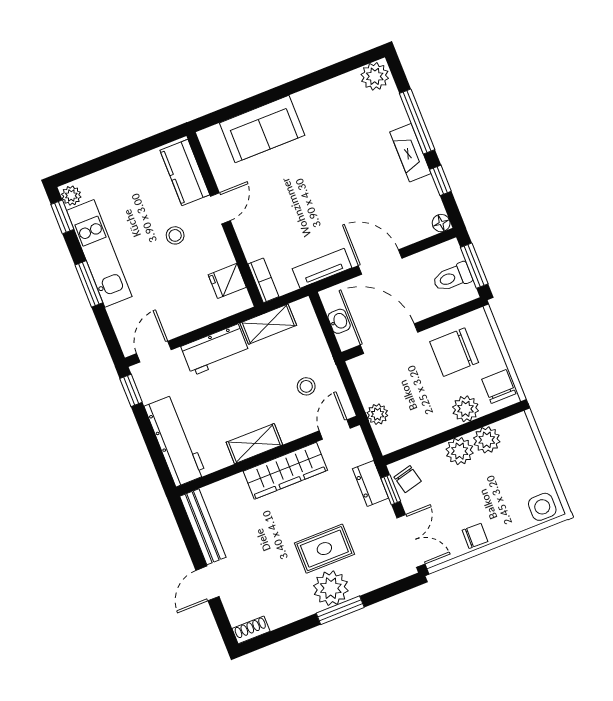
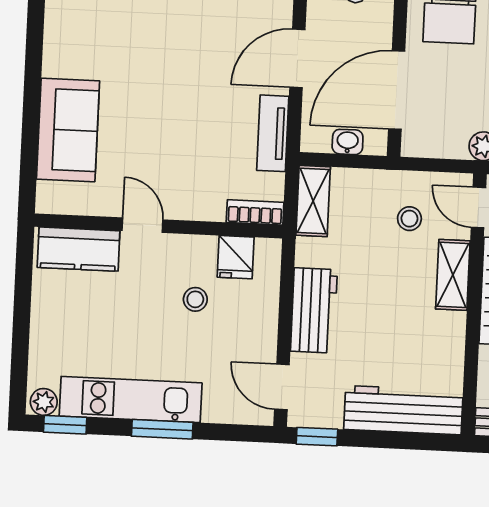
stool: (175, 235) -> (195, 299), moved
shelving: (268, 324) -> (313, 201), moved
shelving: (254, 444) -> (453, 275), moved

